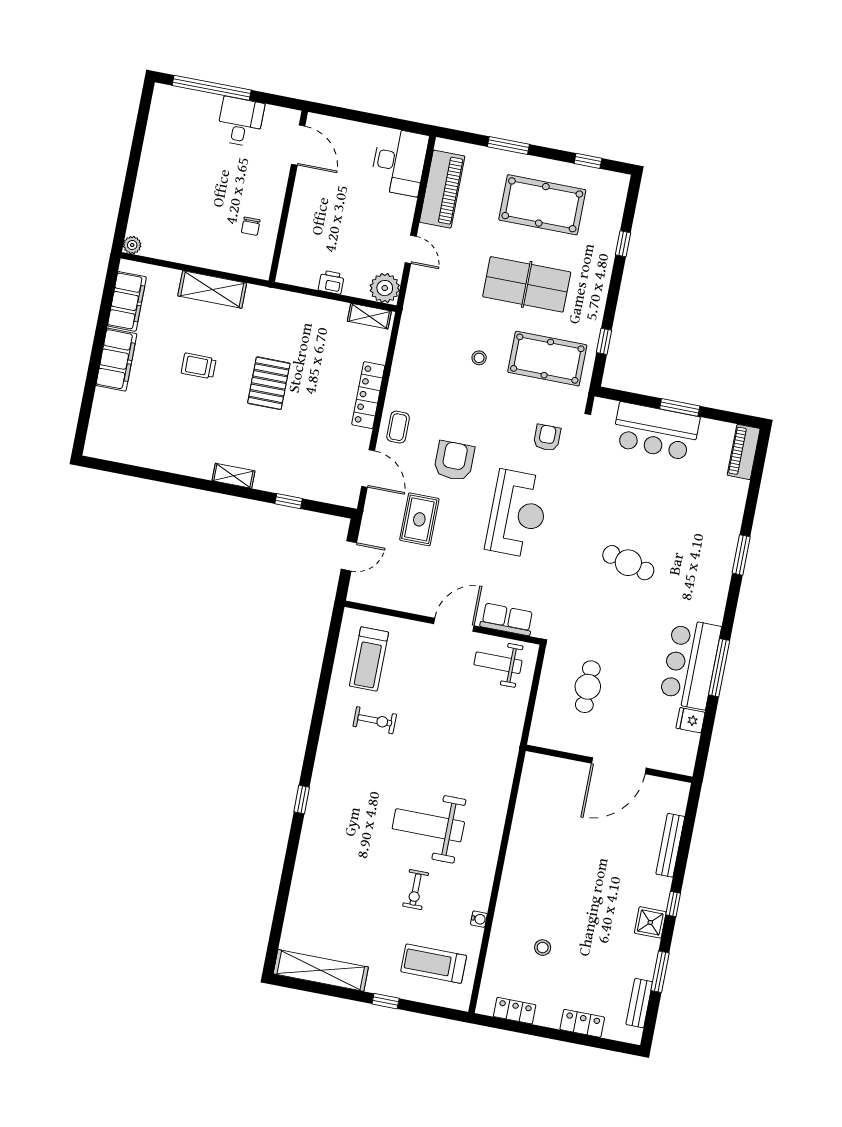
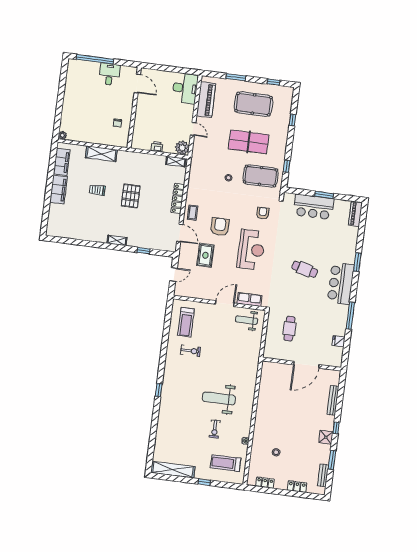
bar counter: (690, 664) -> (341, 283), moved

